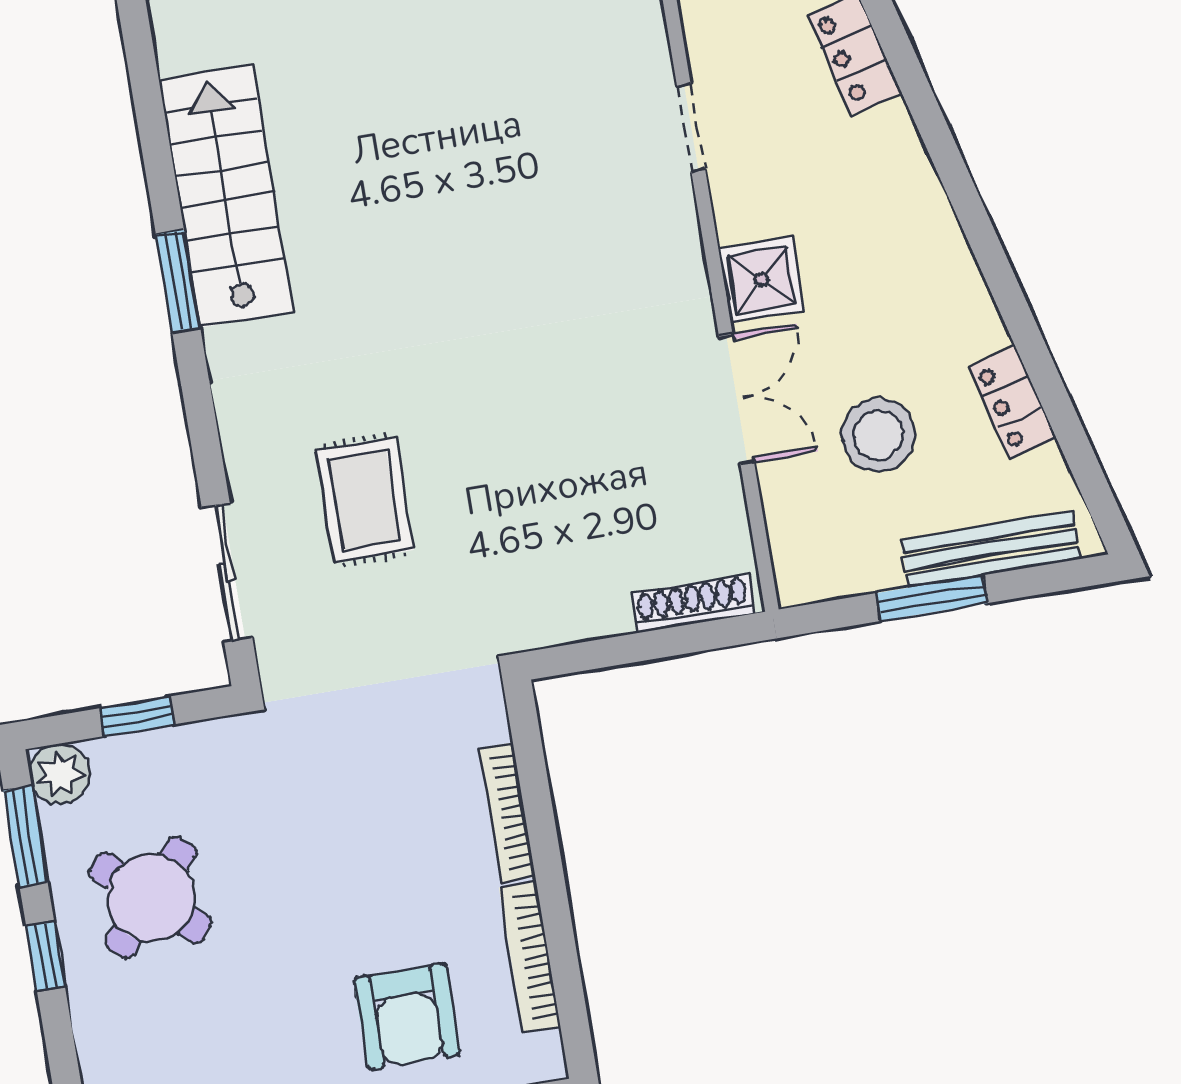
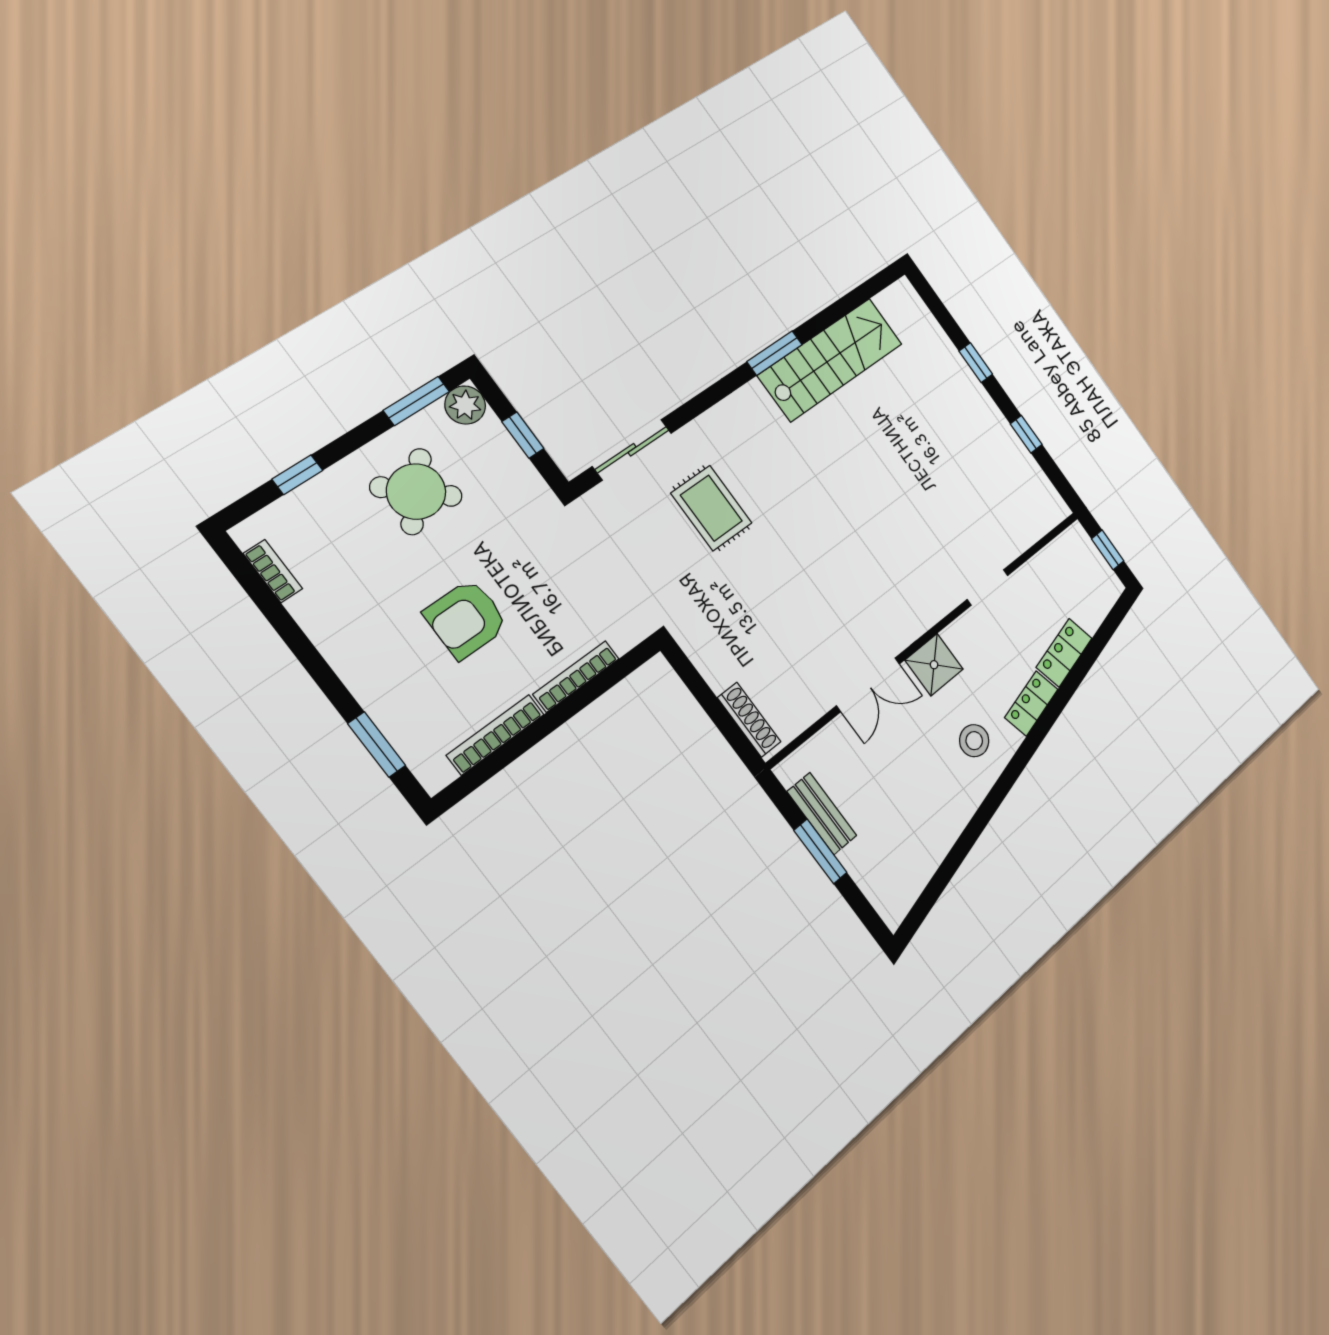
locker: (1013, 402) -> (1031, 703), moved
stool: (878, 435) -> (974, 741), moved, width x0.73, depth x0.73
rug: (365, 500) -> (711, 508), turned 90
bench: (991, 549) -> (822, 814), moved, width x0.73
window: (45, 956) -> (297, 475), moved
armchair: (407, 1016) -> (466, 619), moved

